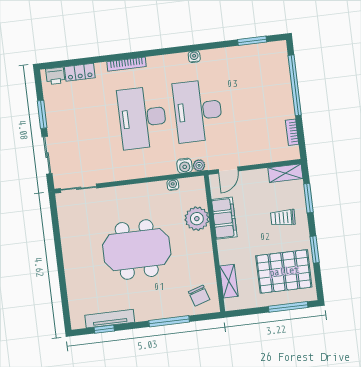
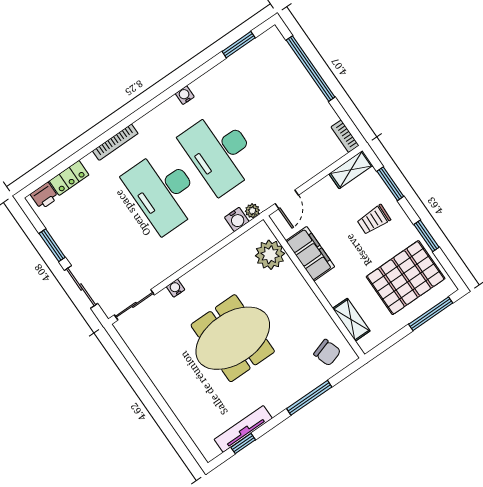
bookcase: (292, 132) -> (345, 136), moved
water cooler: (173, 185) -> (176, 288), moved
plant: (197, 219) -> (270, 255), moved

